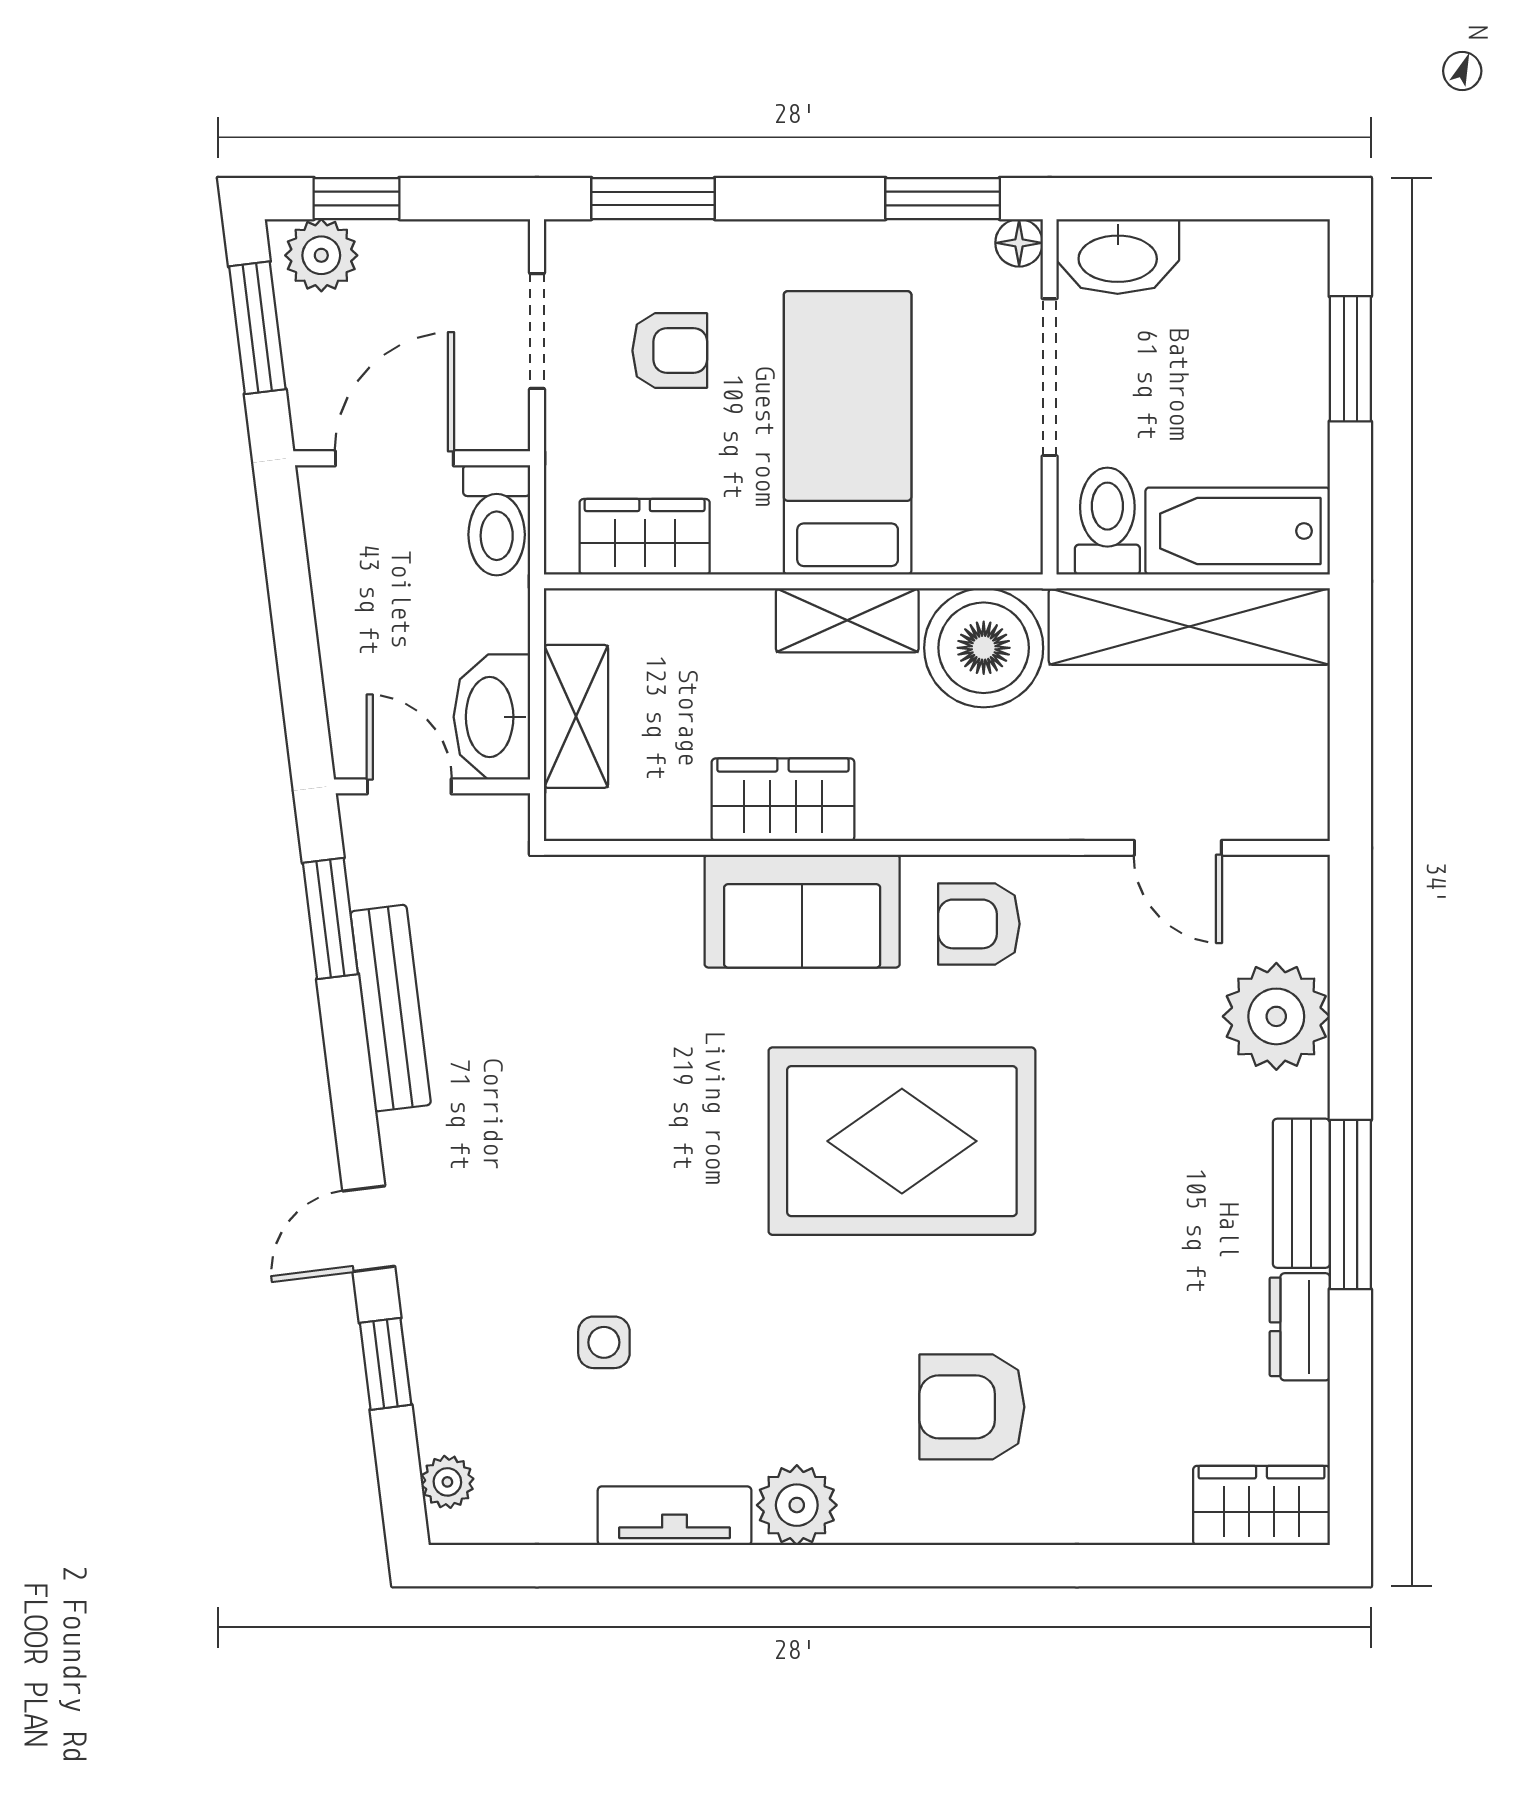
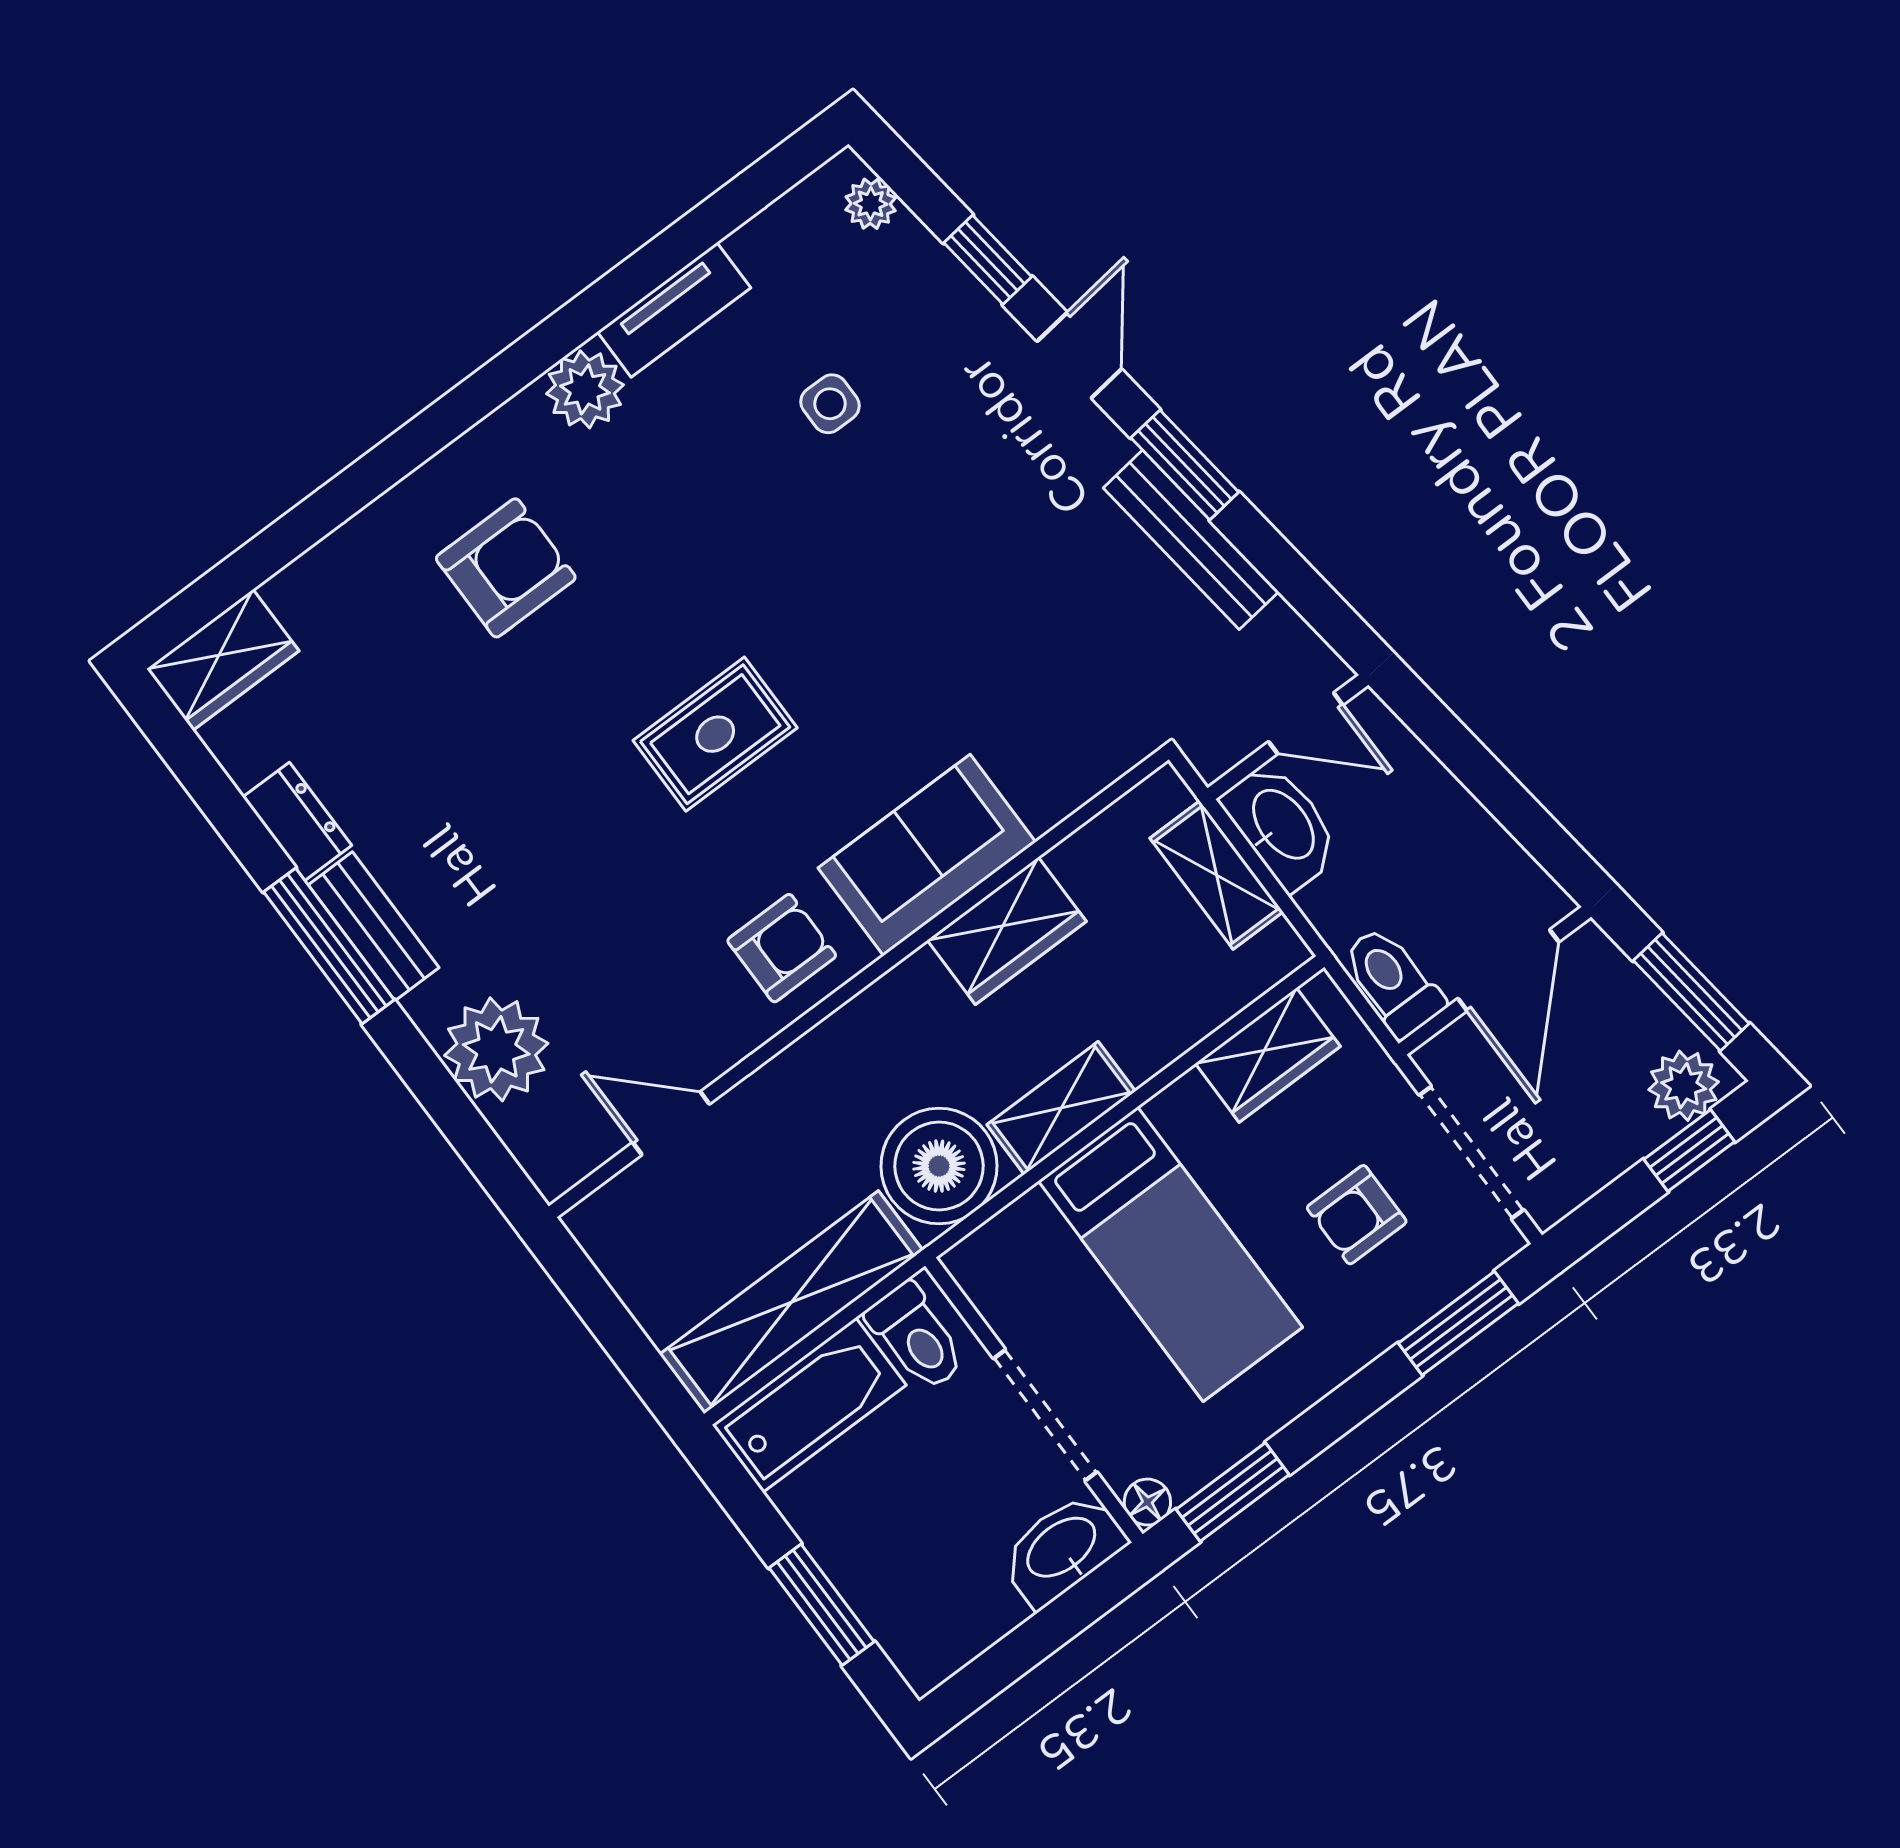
doorway: (537, 331) -> (1471, 1152), width x1.38
window: (330, 919) -> (1185, 465), moved
rug: (902, 1141) -> (715, 734), width x0.54, depth x0.49

